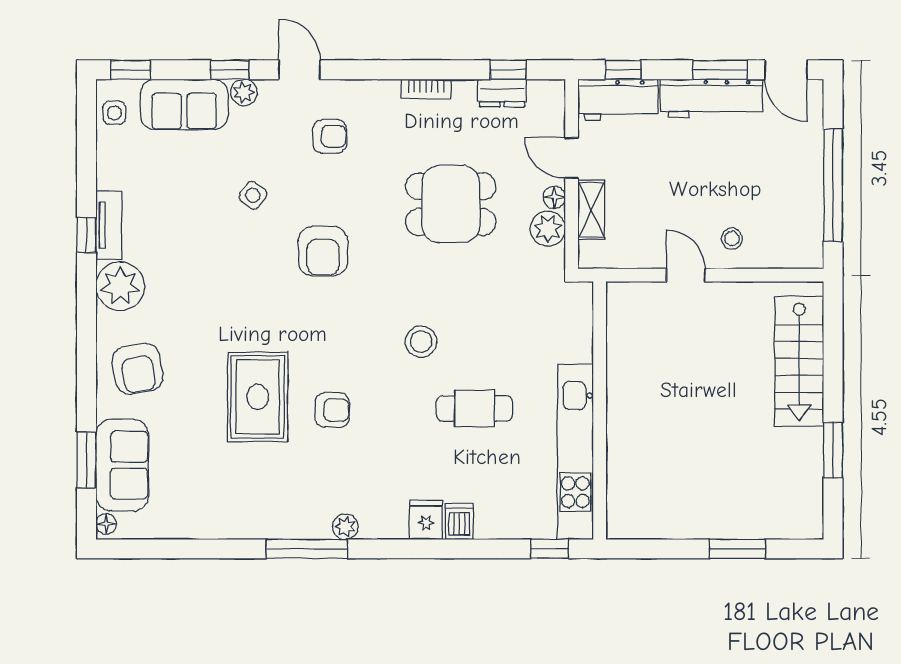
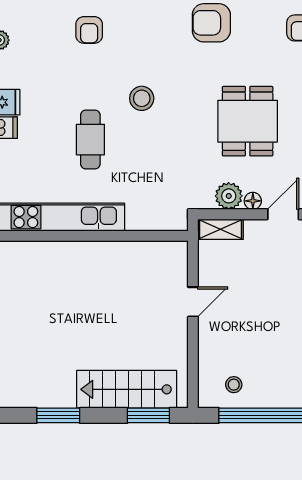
shelving: (591, 210) -> (220, 229), moved
stool: (732, 238) -> (234, 385), moved
window: (833, 333) -> (148, 415), added

